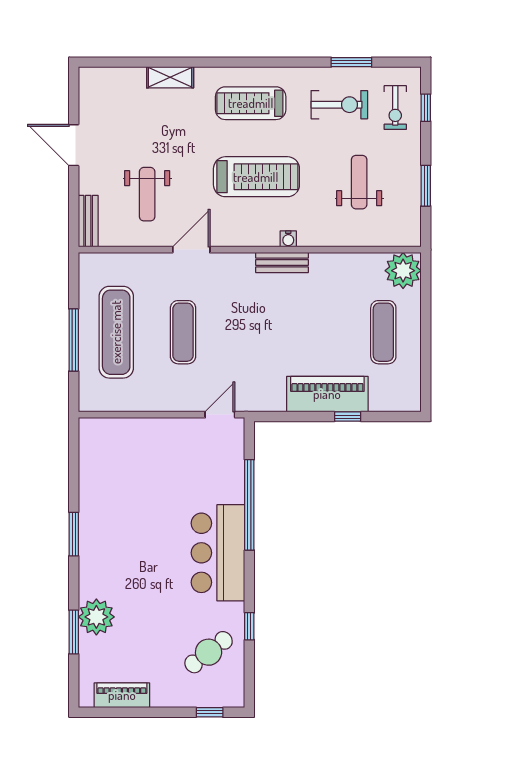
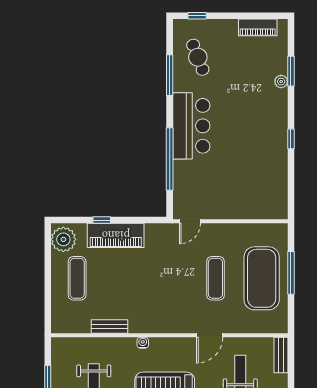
bench: (282, 262) -> (110, 326), moved
plant: (403, 271) -> (63, 239), moved
exercise mat: (116, 332) -> (262, 278), width x1.47
window: (74, 534) -> (291, 139), width x0.67
plant: (96, 617) -> (281, 82), width x0.53, depth x0.53
window: (249, 626) -> (170, 75), width x2.17
cafe table: (209, 652) -> (198, 57), turned -73

